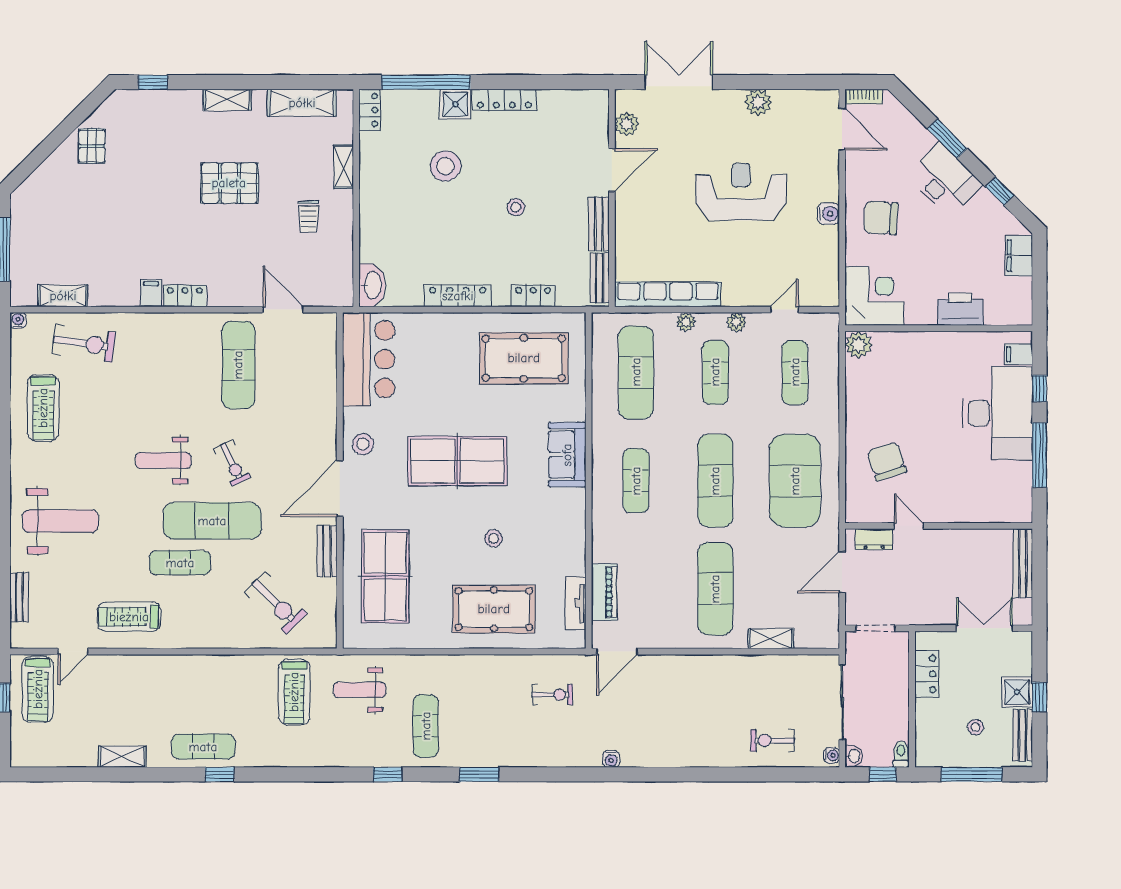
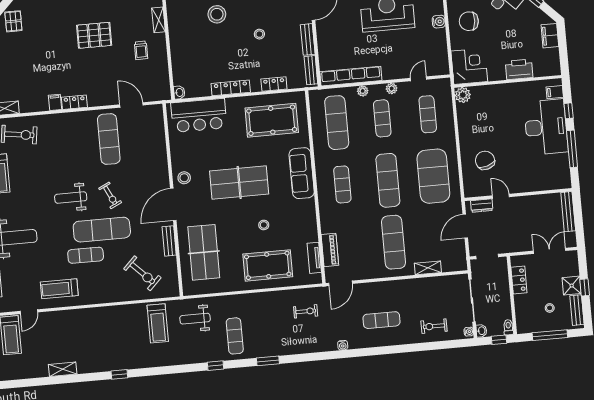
washbasin: (372, 285) -> (179, 92), width x0.52, depth x0.69
bar counter: (369, 359) -> (199, 115), moved, turned 90
sofa: (567, 455) -> (302, 173), width x1.36
exercise mat: (203, 747) -> (382, 320), moved

